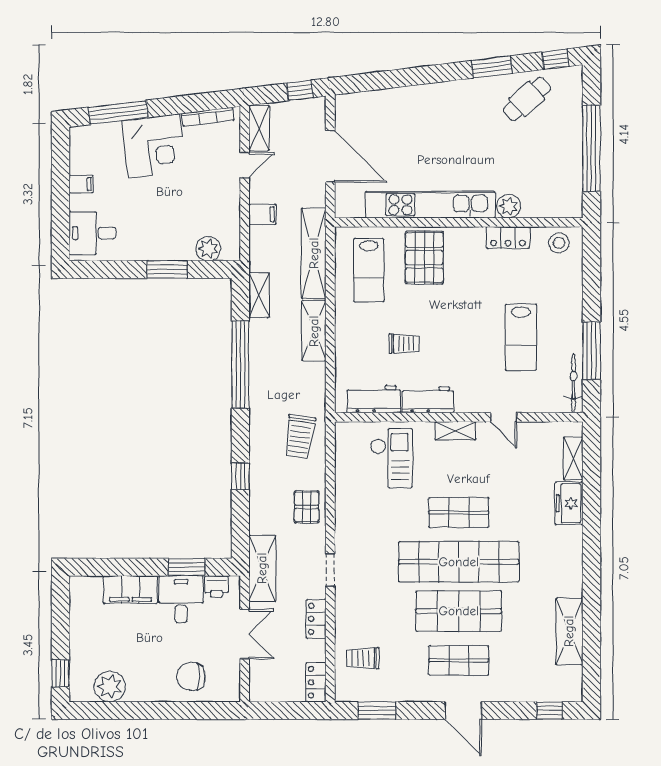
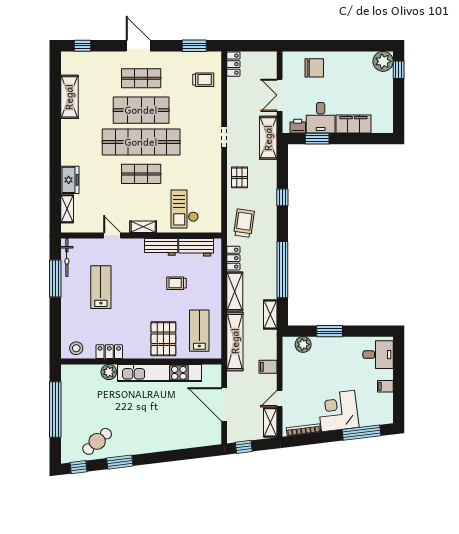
locker: (316, 619) -> (233, 258), moved
plant: (110, 686) -> (383, 61), moved

